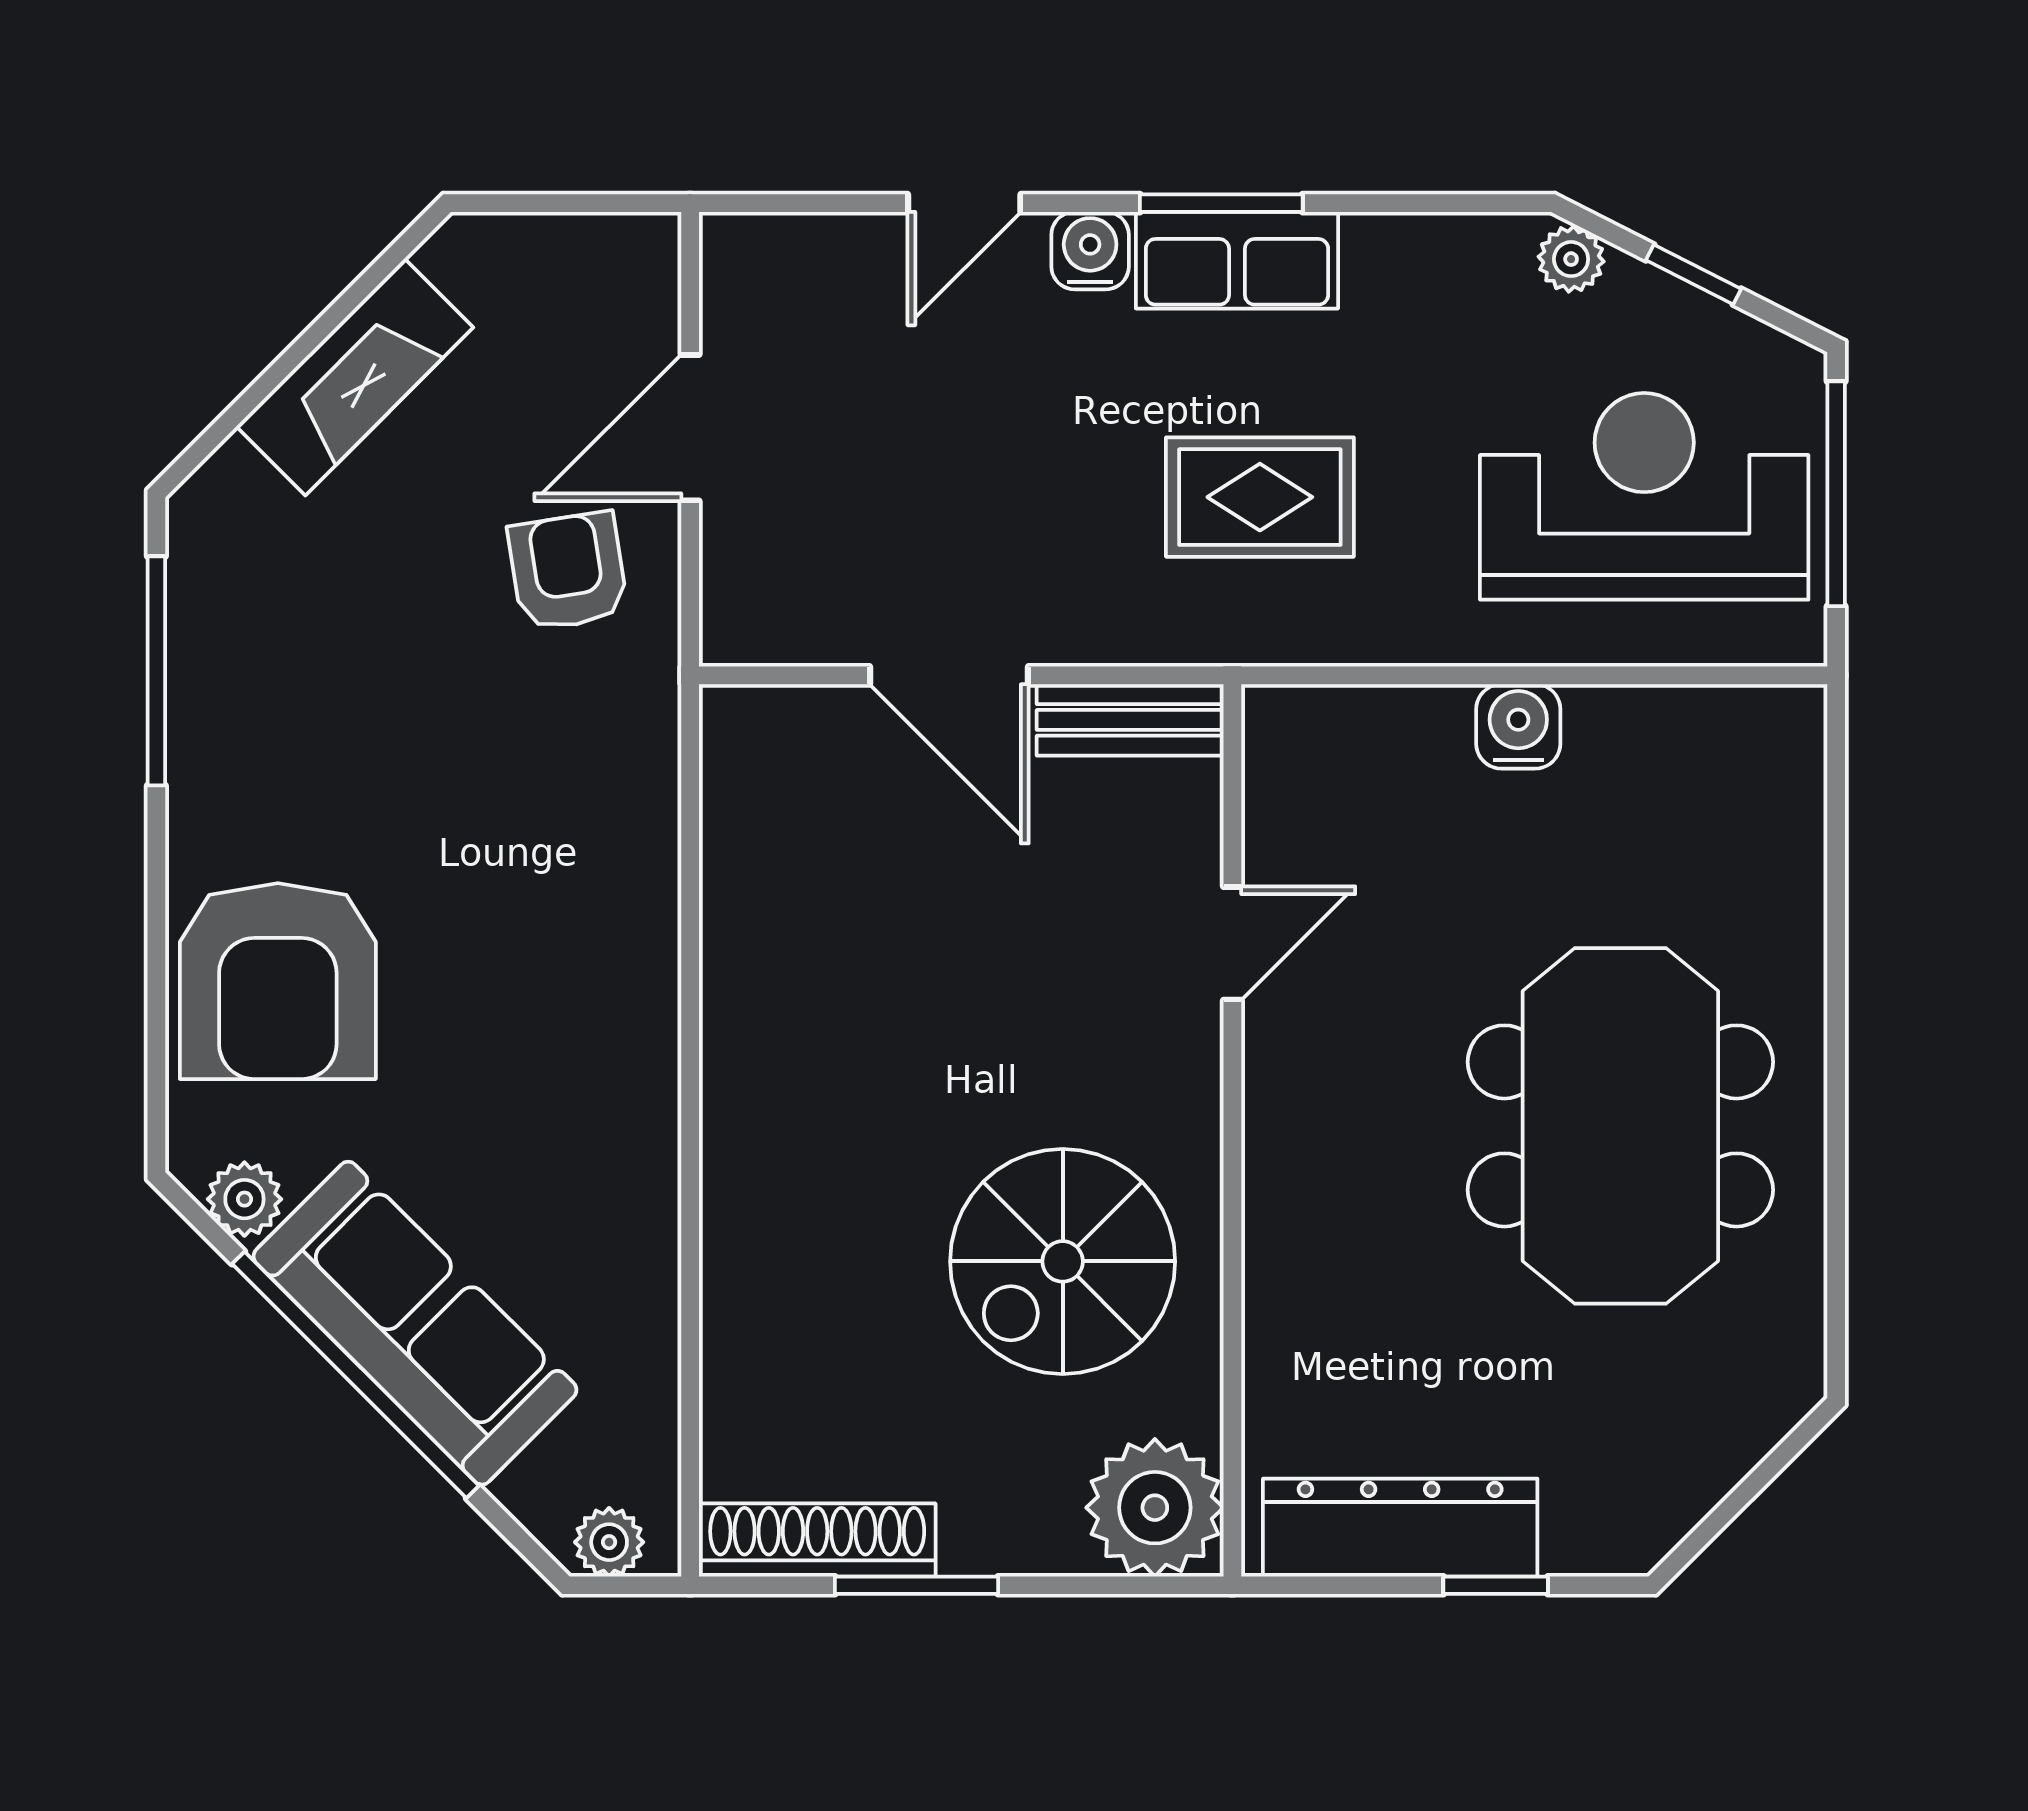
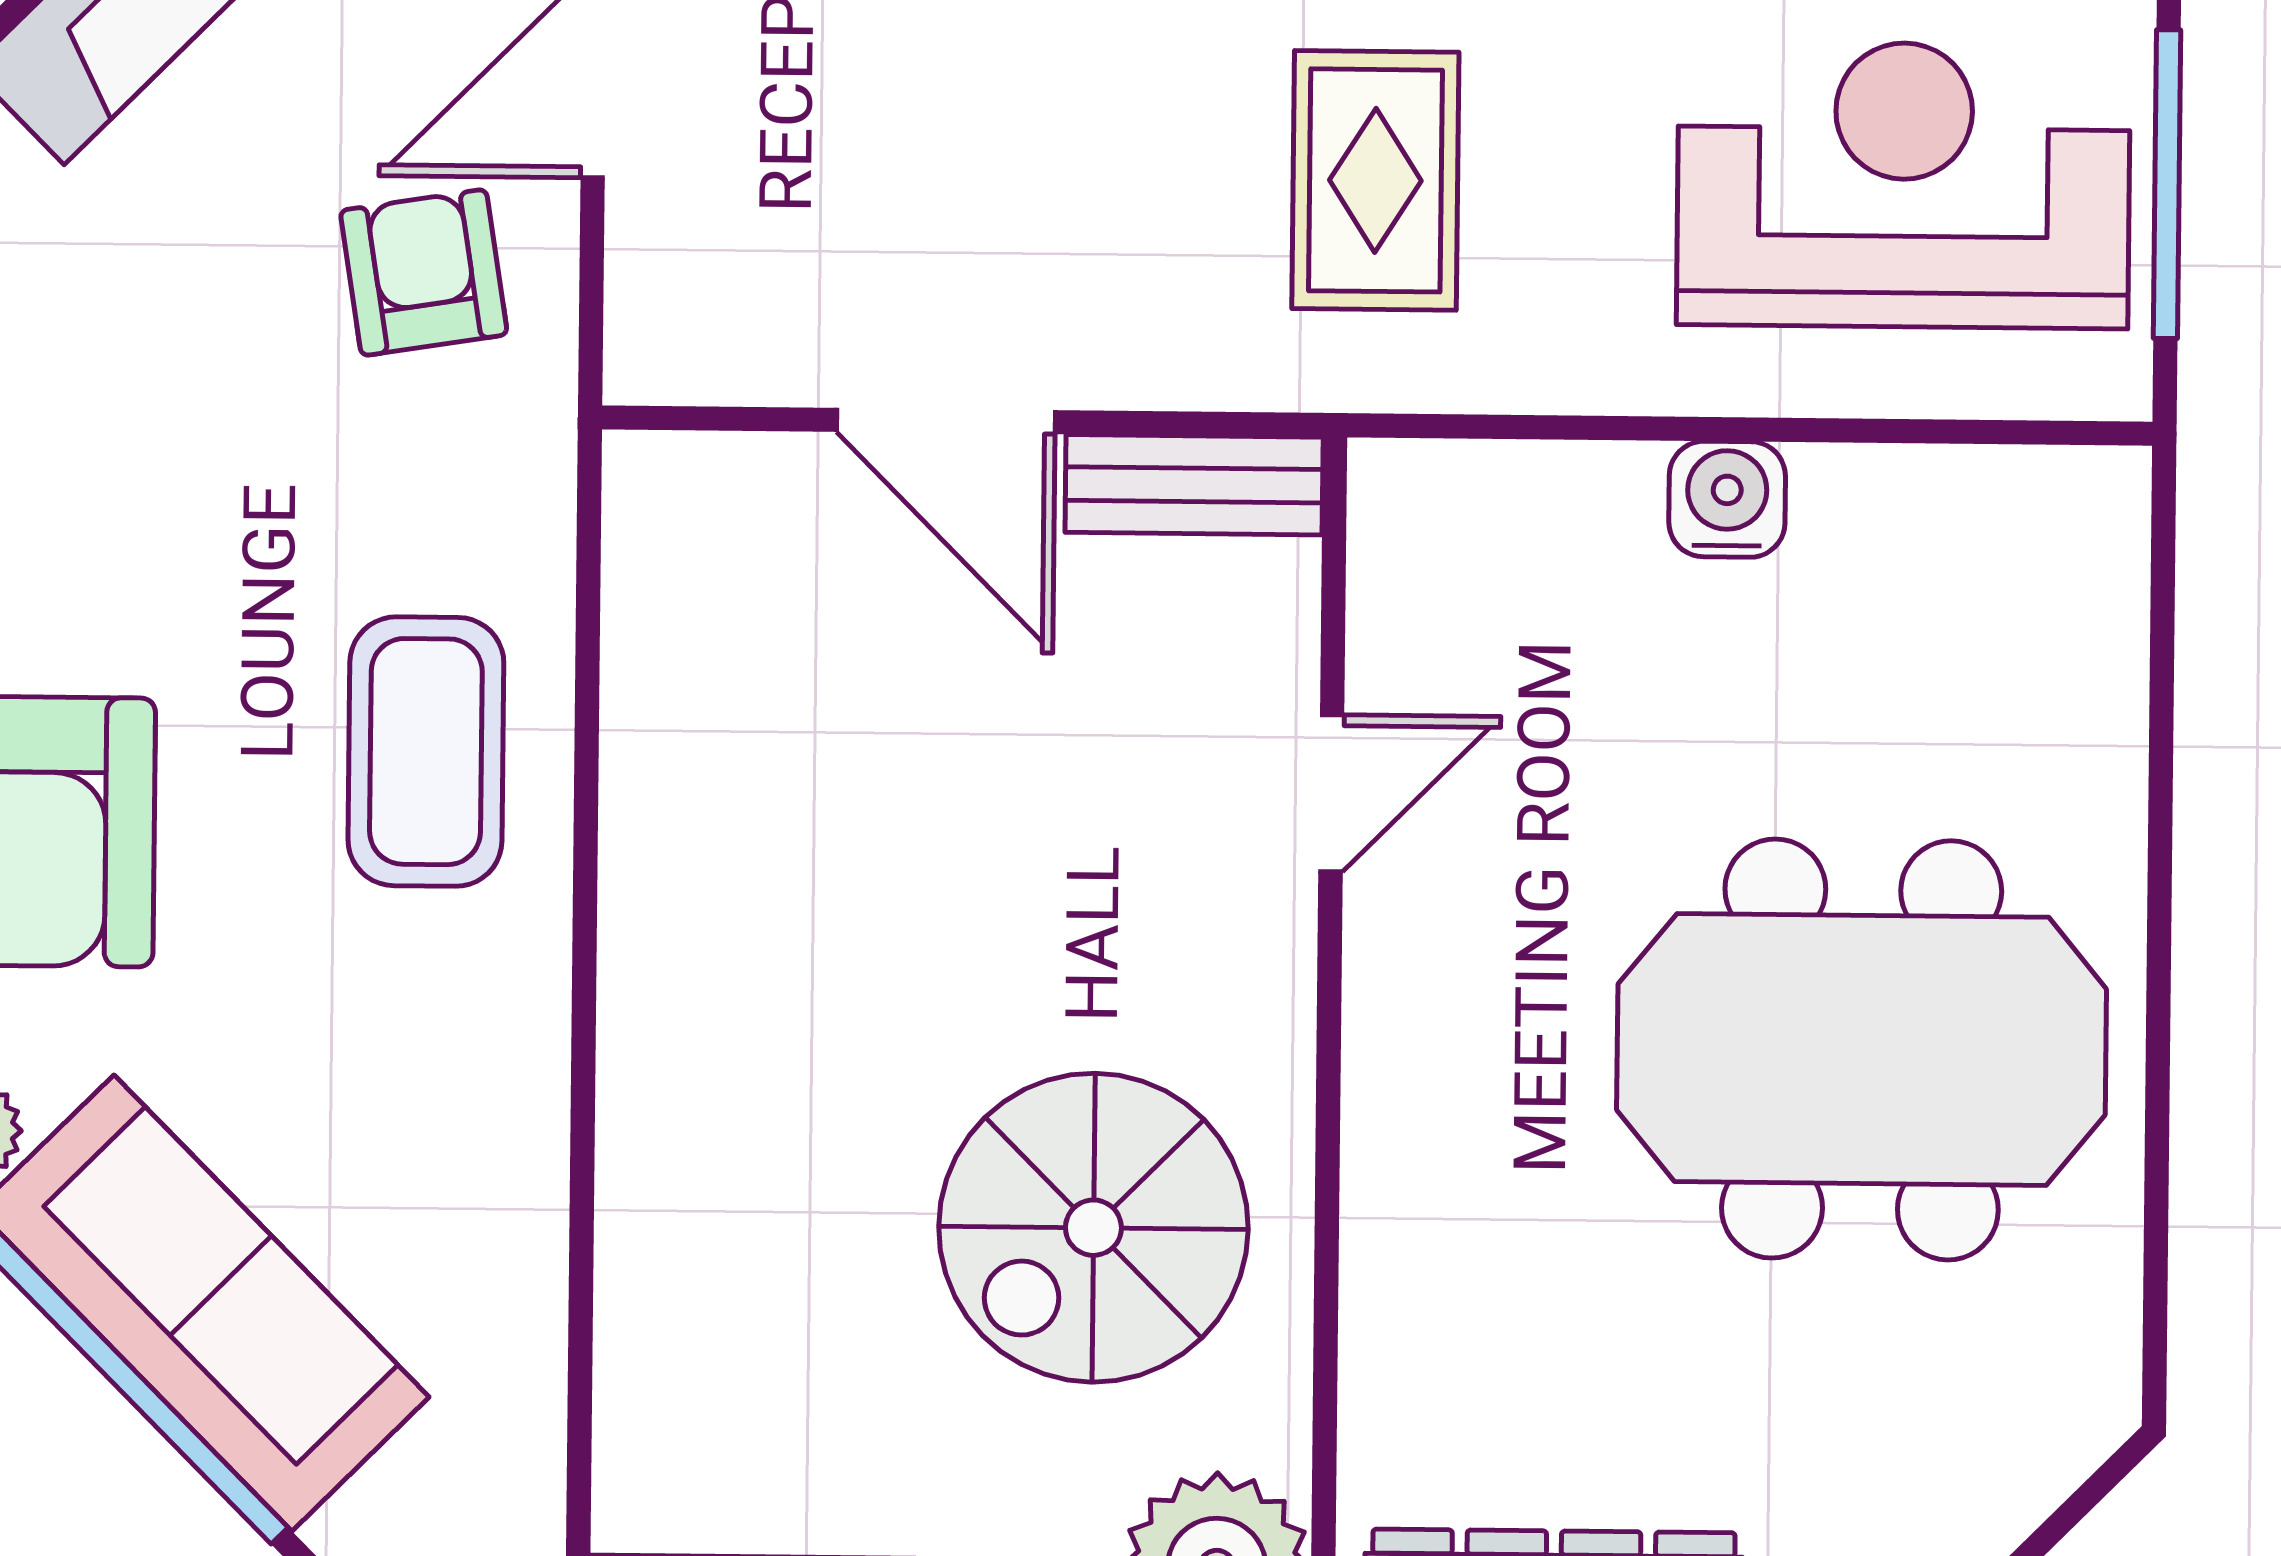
rug: (1260, 497) -> (1375, 180), turned 90
coffee table: (573, 920) -> (426, 752), added
meeting table: (1620, 1126) -> (1862, 1049), turned 90

